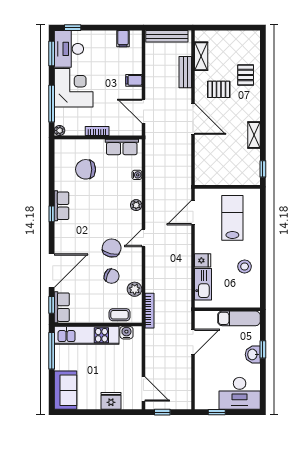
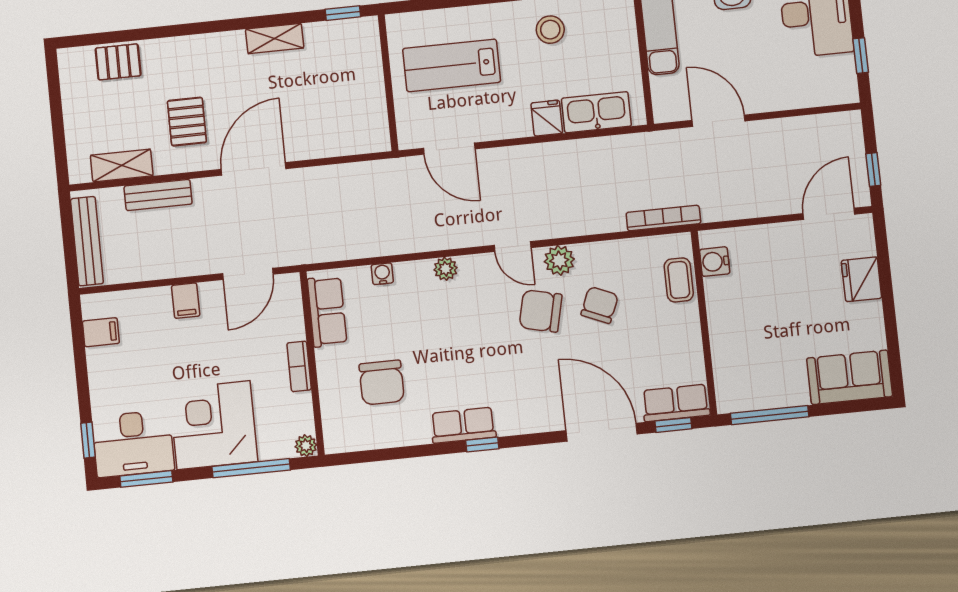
pallet: (246, 75) -> (118, 62), moved
plant: (135, 289) -> (559, 260), moved
kitchen unit: (87, 335) -> (729, 345), removed

